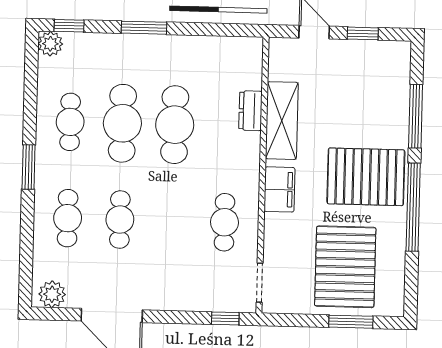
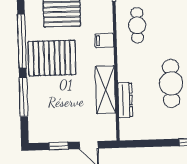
dresser: (250, 111) -> (125, 100), width x1.44
filing cabinet: (279, 189) -> (104, 40), width x0.50

